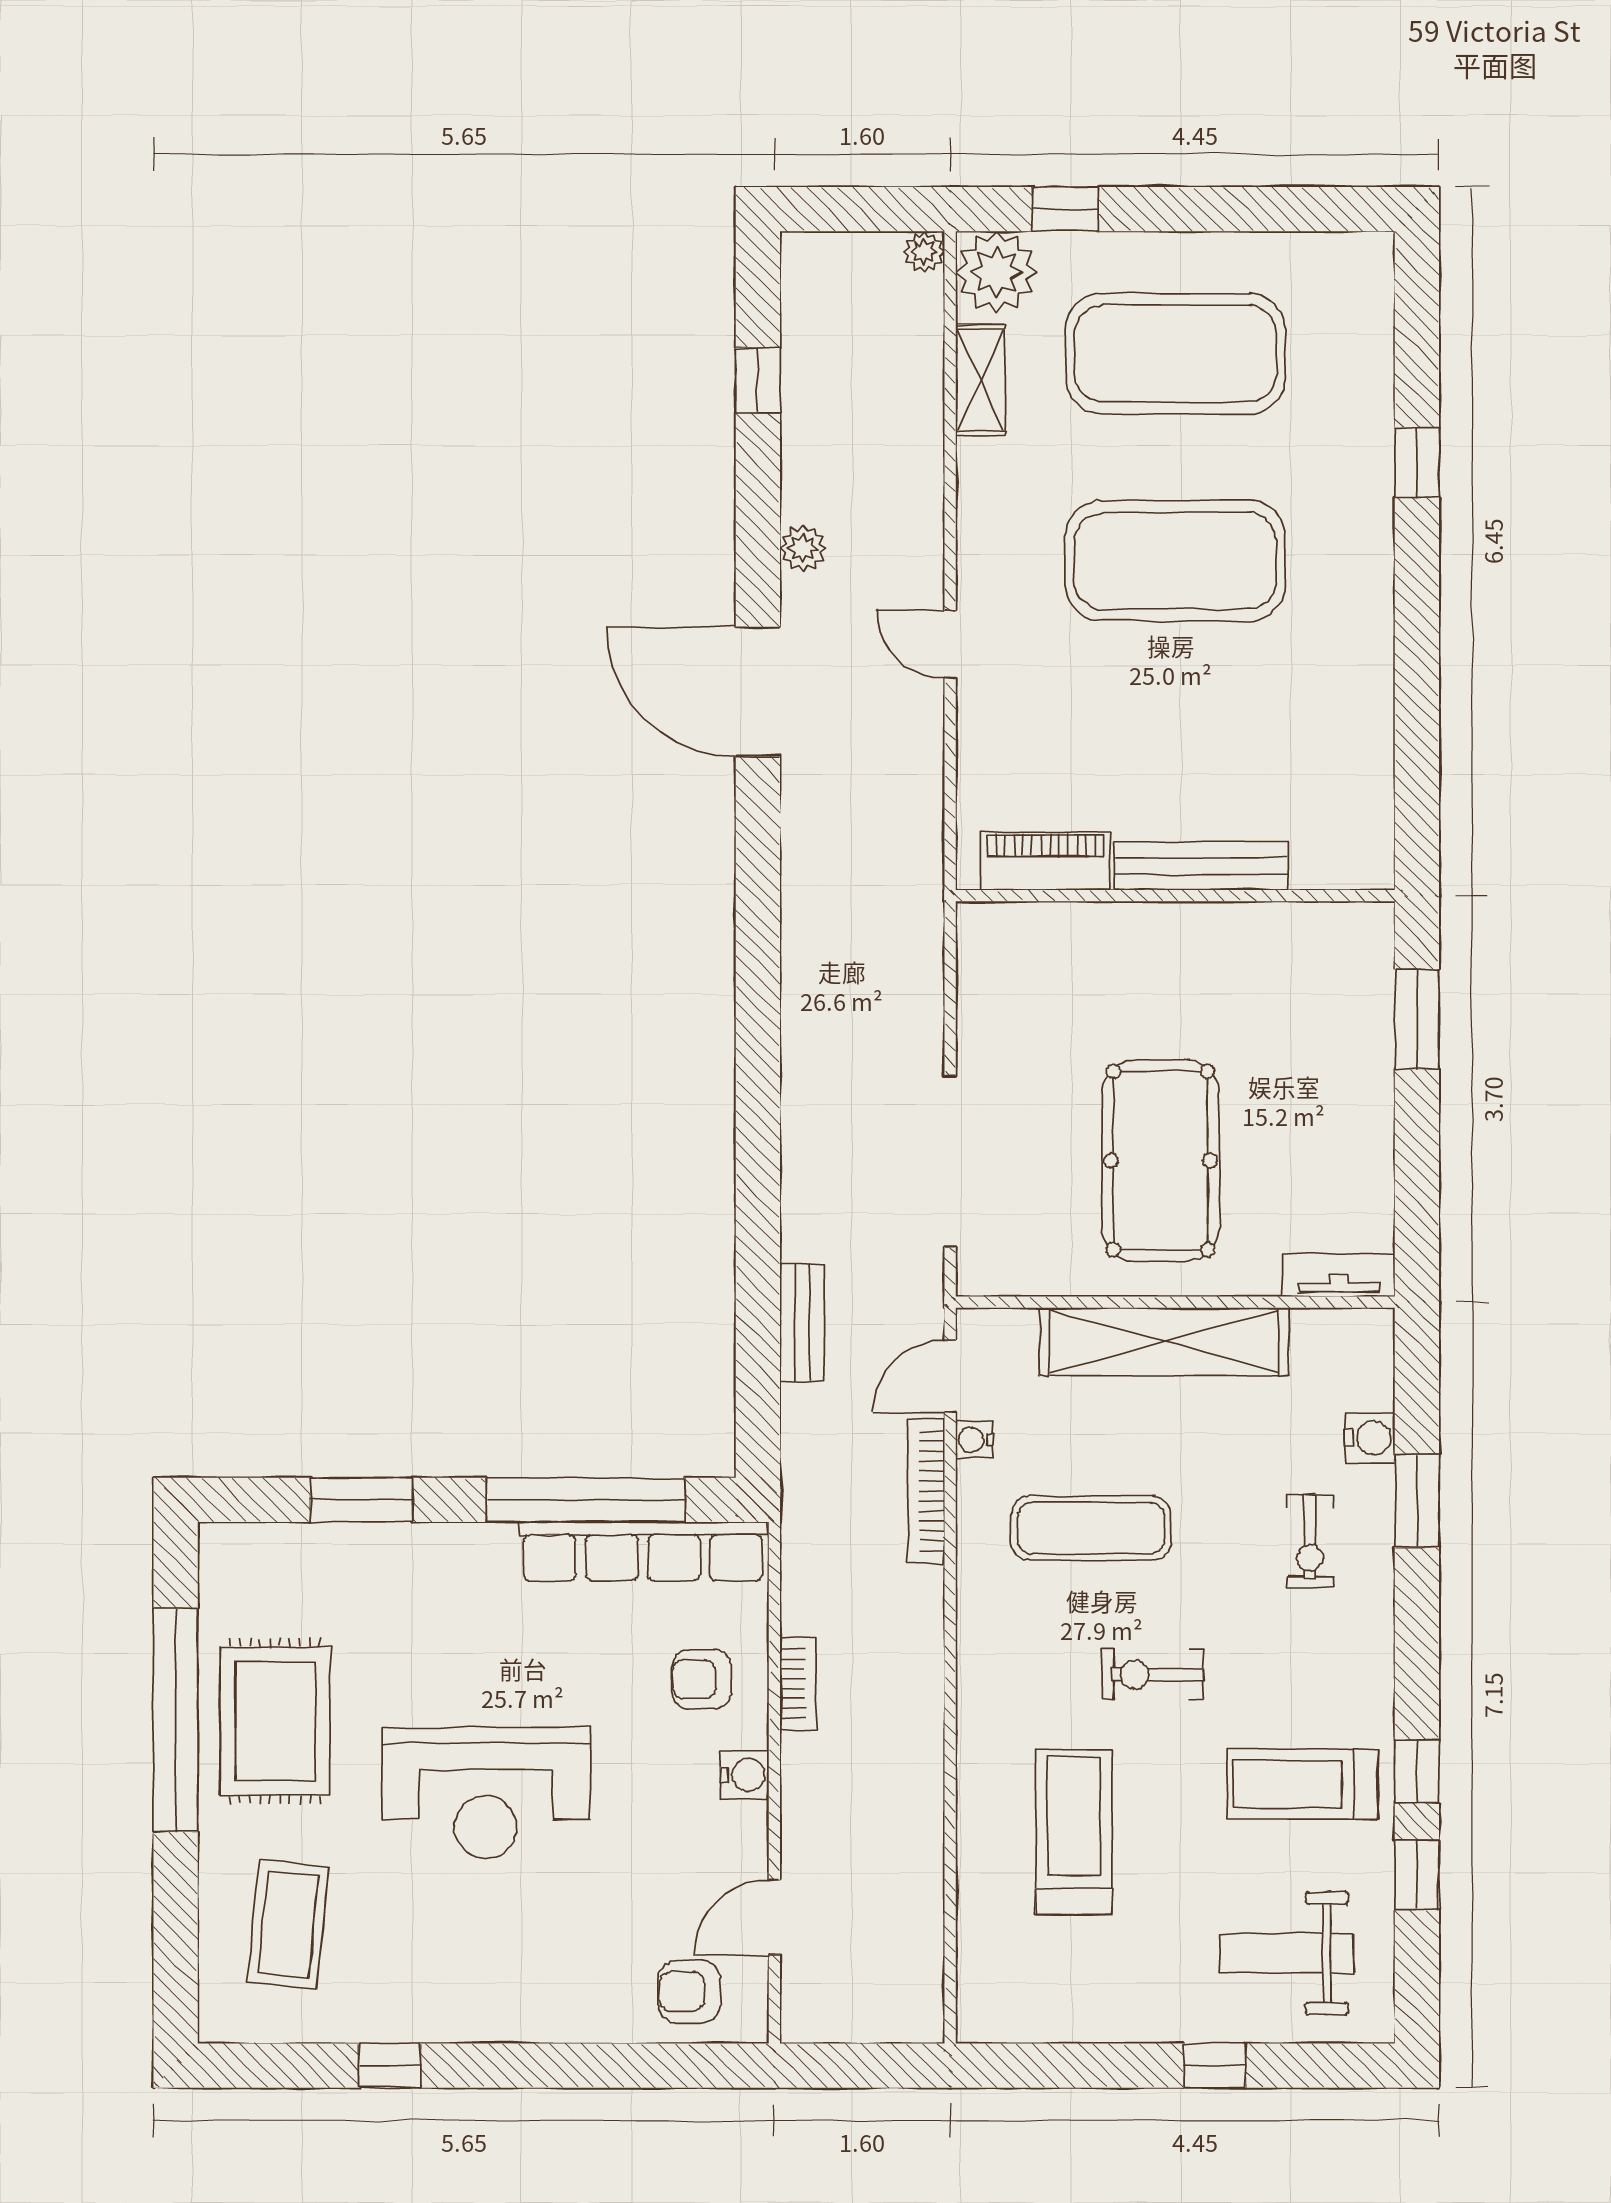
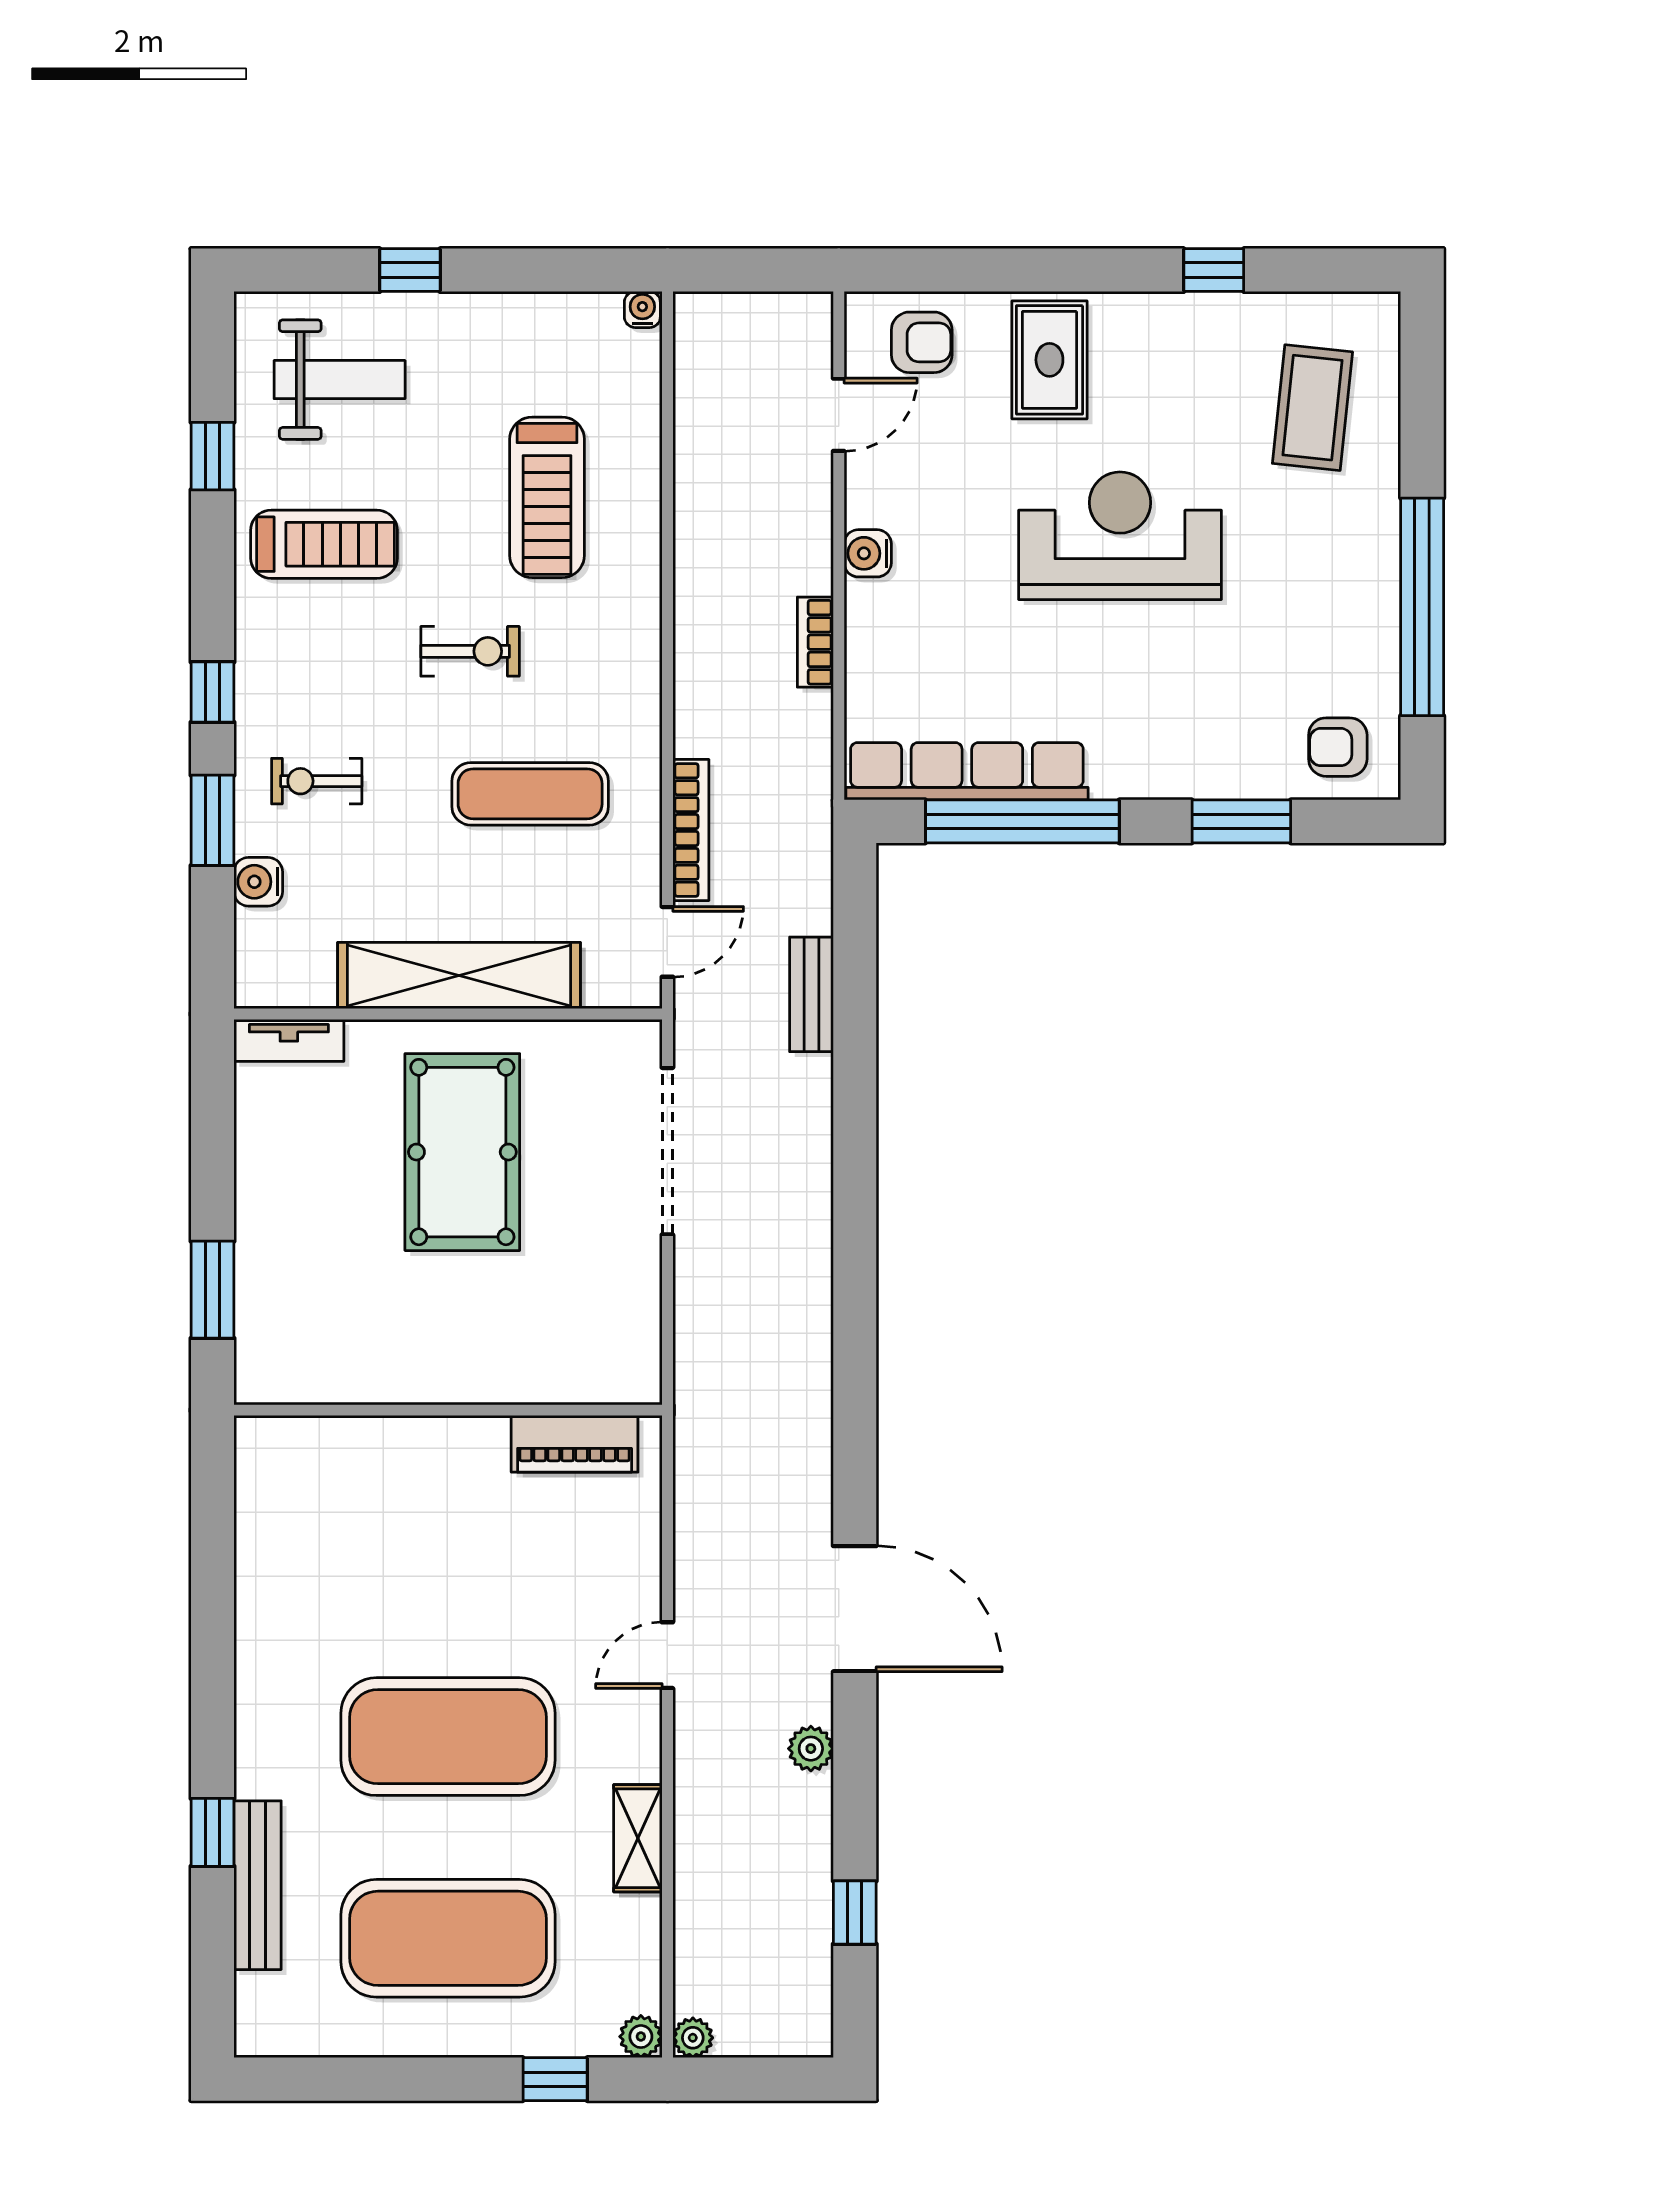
plant: (996, 272) -> (641, 2037), width x0.53, depth x0.53
shelving: (980, 380) -> (638, 1838), moved
door: (950, 644) -> (667, 1655), swing flipped
bench: (1201, 866) -> (258, 1885), moved, turned 90
water cooler: (974, 1440) -> (642, 310), moved, turned -90
exercise bike: (1310, 1541) -> (317, 781), turned -90
armchair: (701, 1679) -> (1338, 747), moved, turned 180
rug: (275, 1721) -> (1049, 360), moved, width x0.73, depth x0.70
window: (1417, 1772) -> (212, 692), moved

